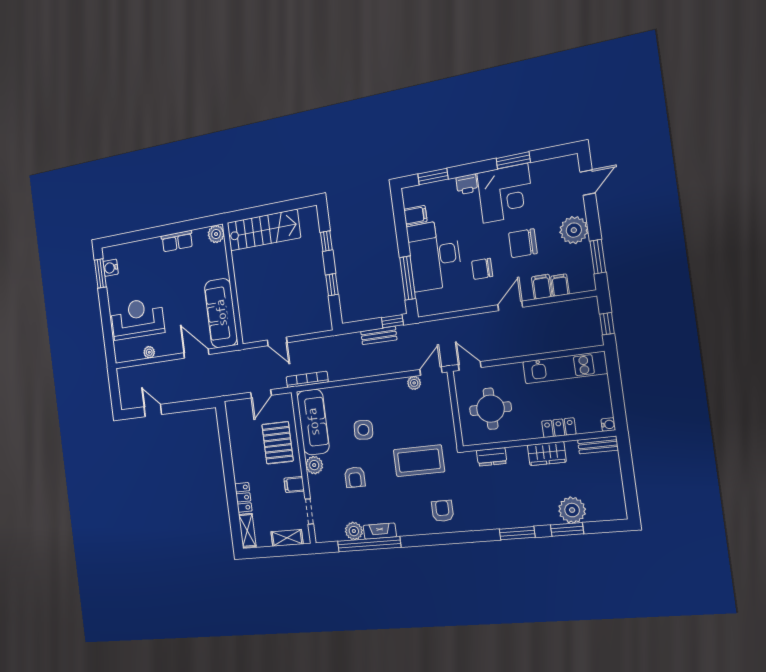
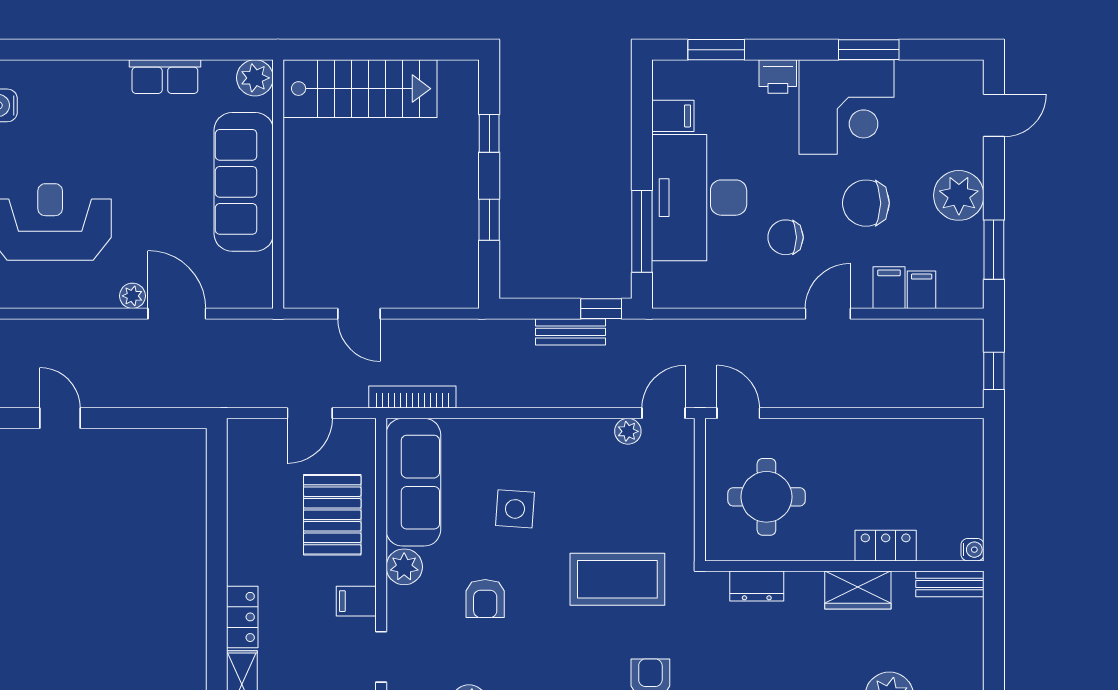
sofa: (221, 313) -> (244, 182), moved
plant: (149, 352) -> (132, 296), moved
kitchen unit: (565, 368) -> (911, 439), removed

